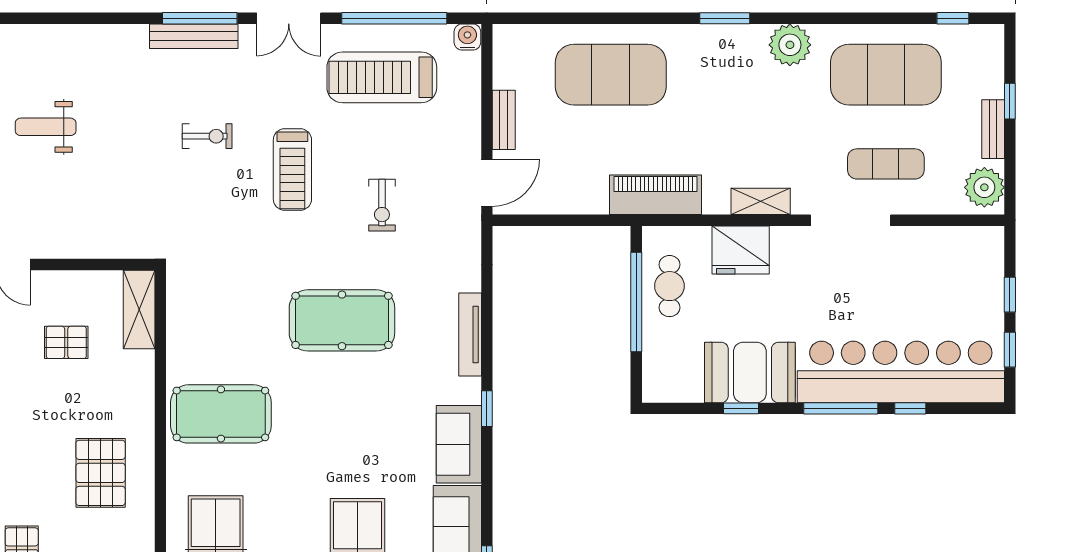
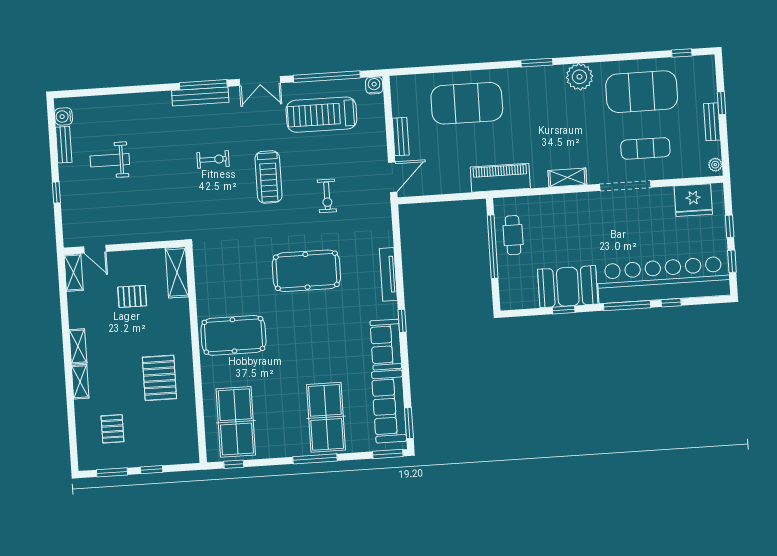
plant: (984, 187) -> (715, 165), width x0.53, depth x0.53
fridge: (741, 250) -> (693, 200), moved

